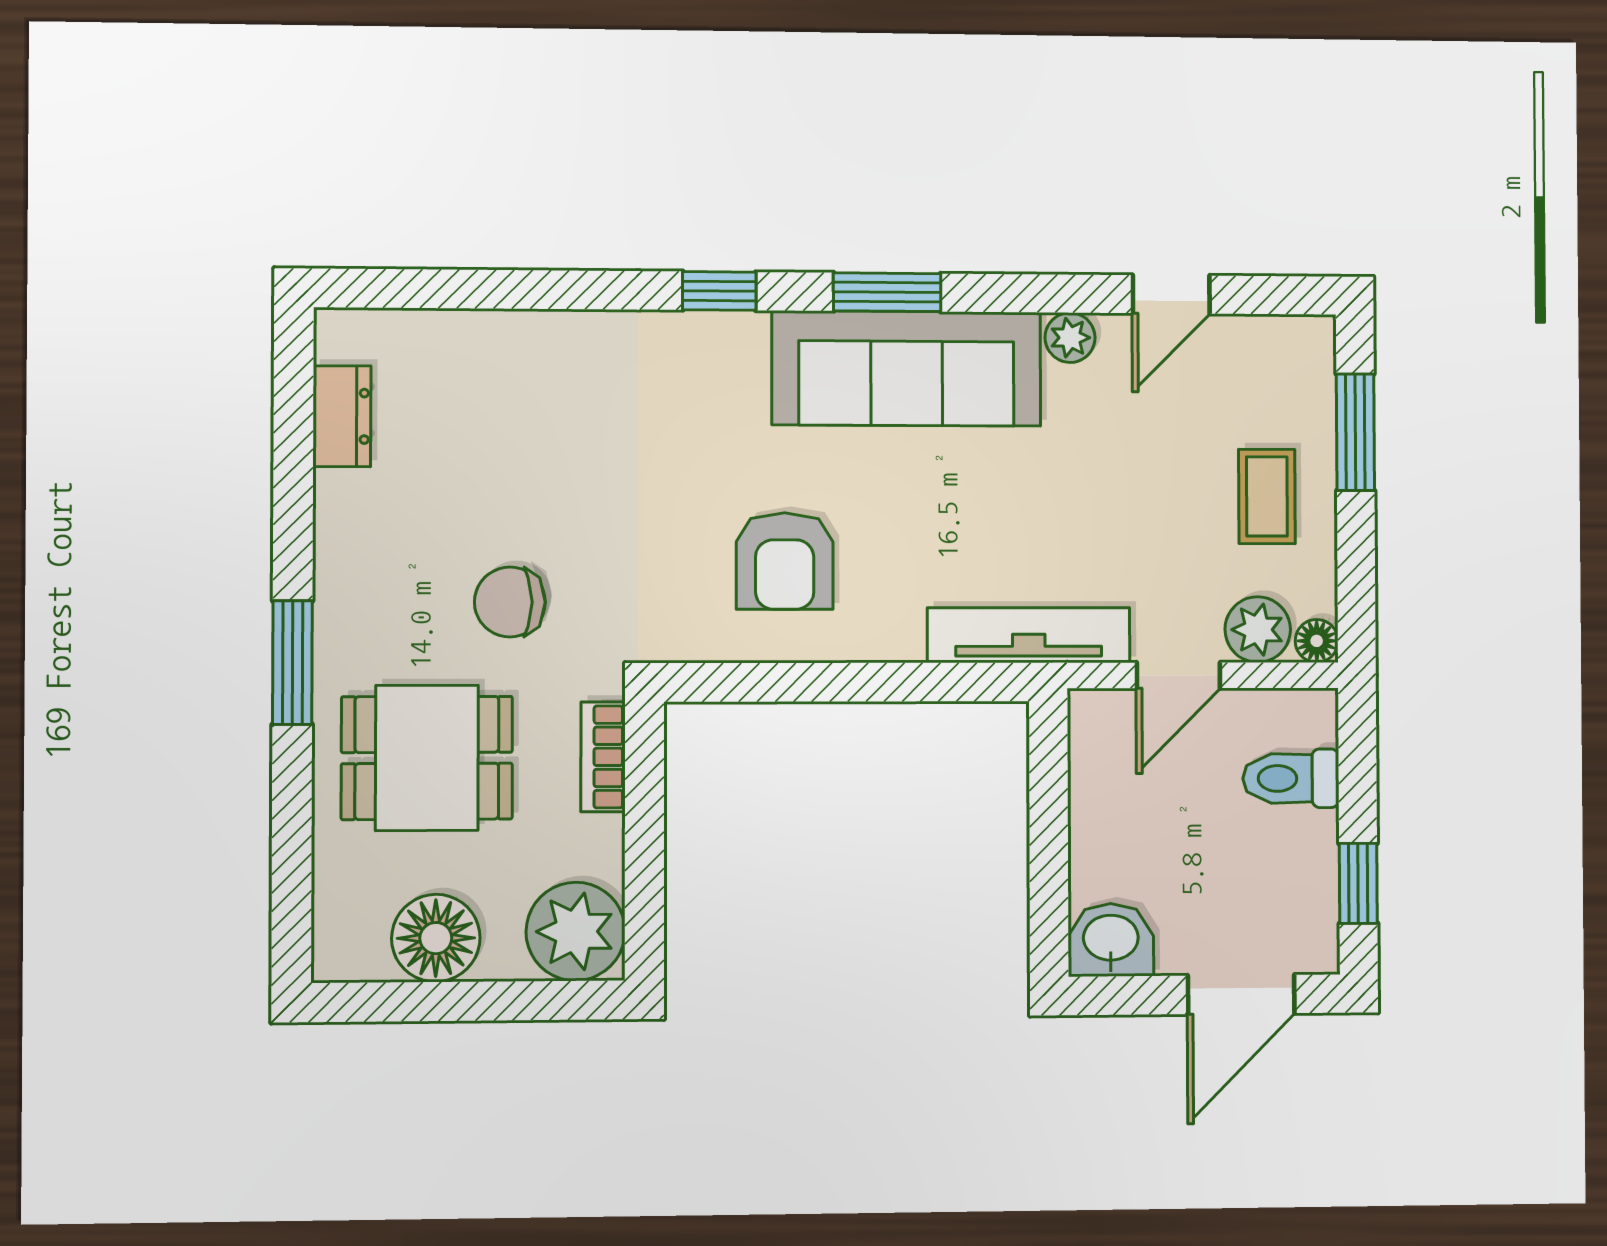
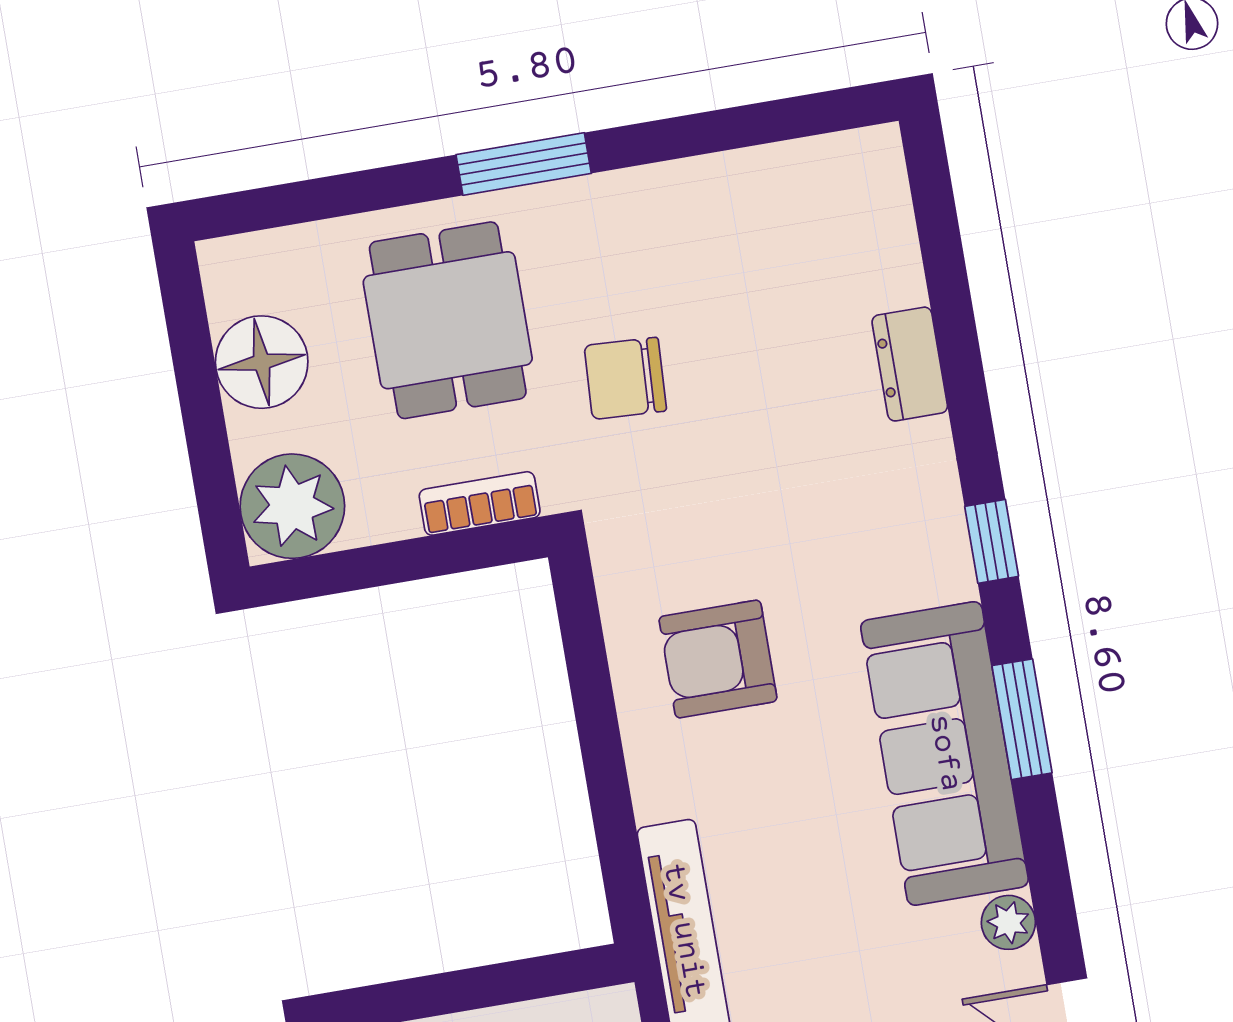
dresser: (342, 416) -> (910, 364), moved, turned 90
chair: (510, 602) -> (625, 378), turned -87

